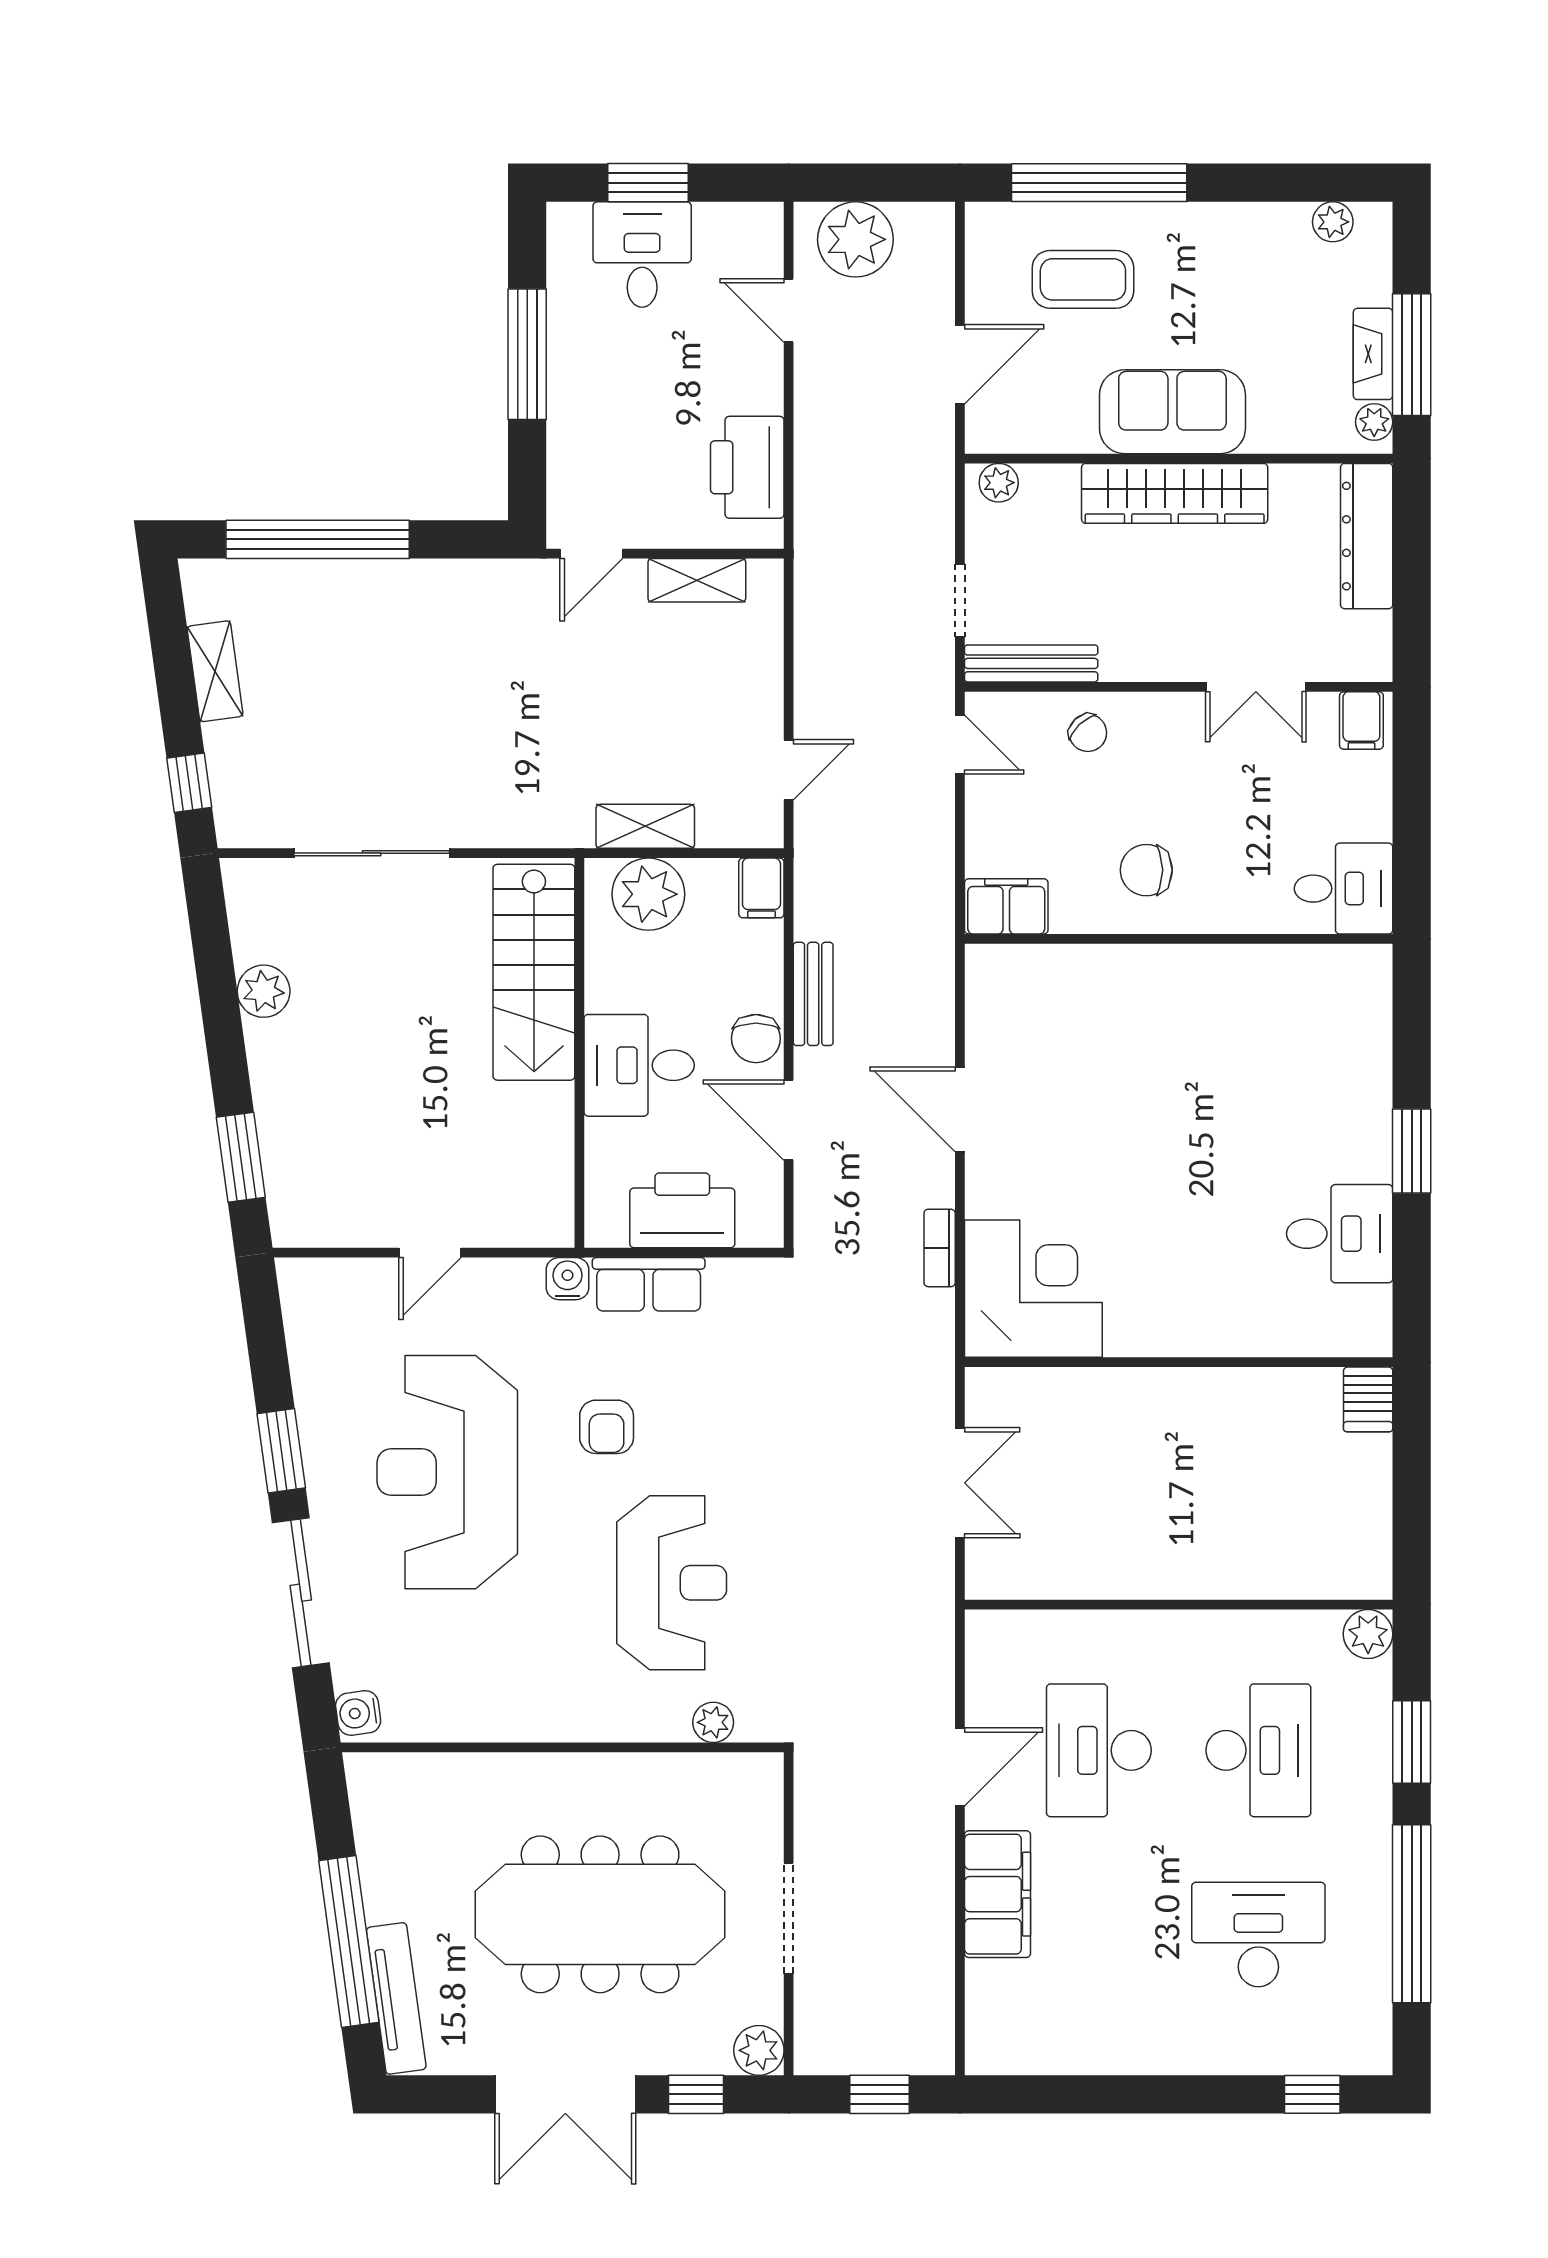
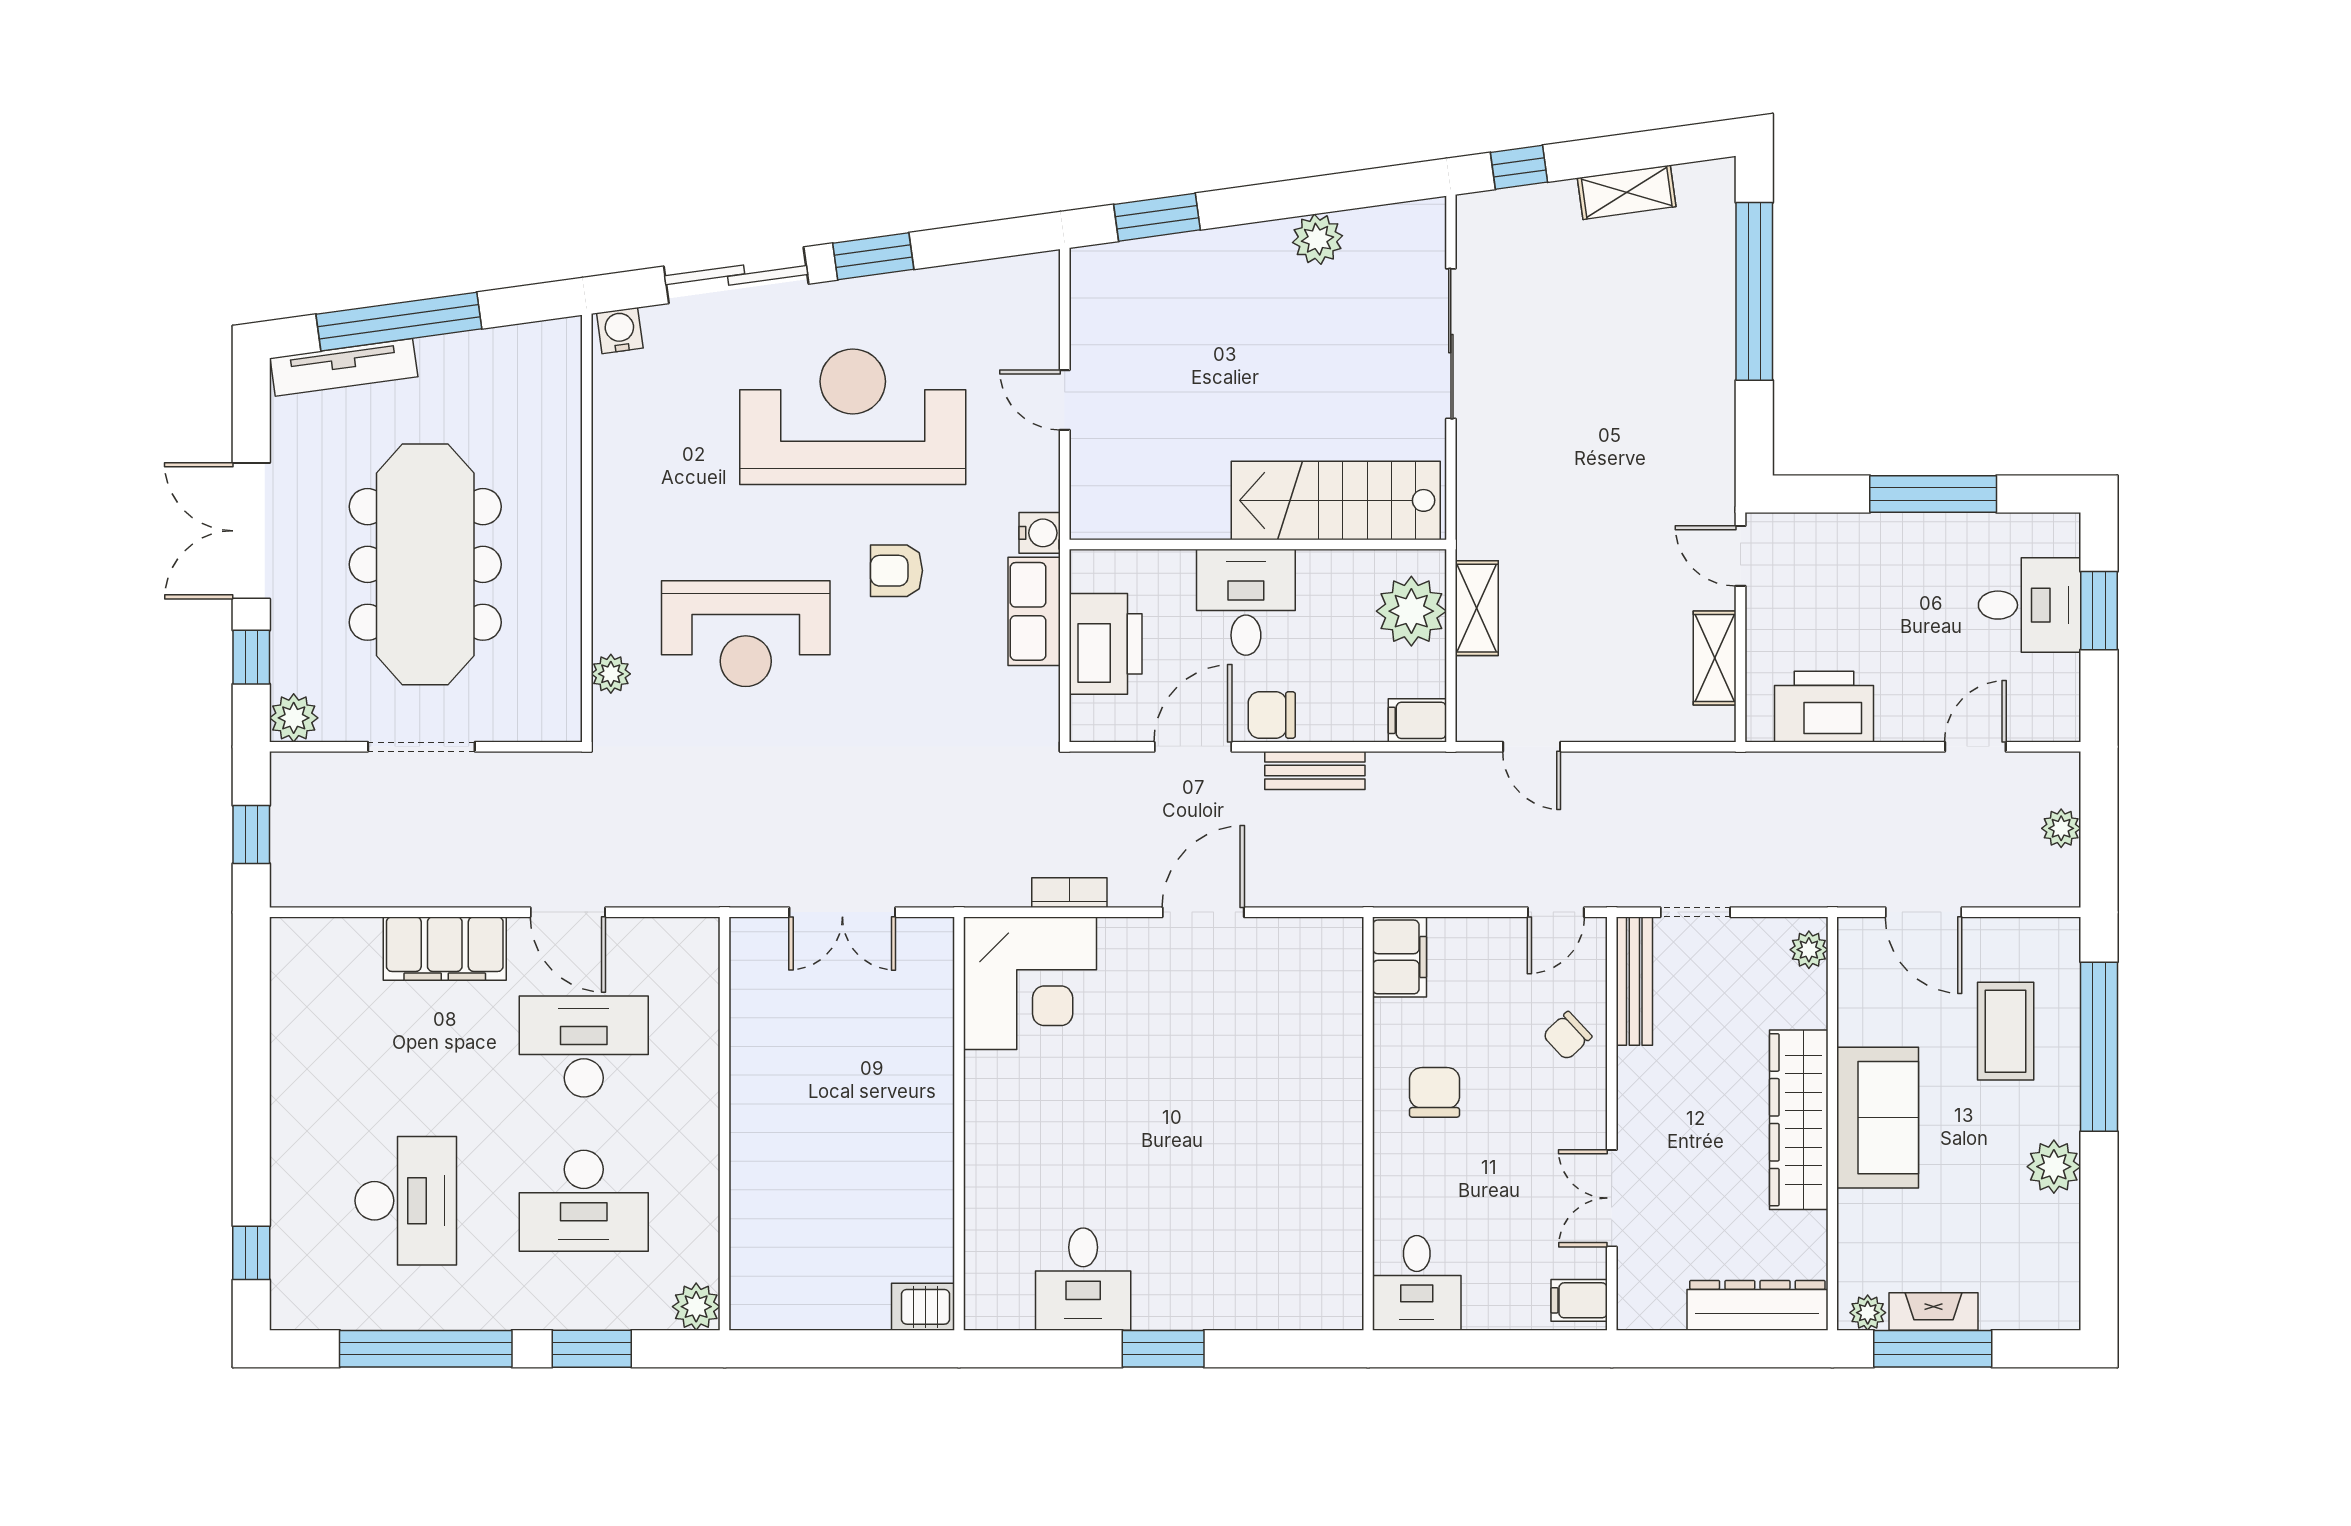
plant: (1333, 222) -> (2054, 1167), moved, width x1.38, depth x1.38
plant: (855, 239) -> (2061, 828), width x0.53, depth x0.53

